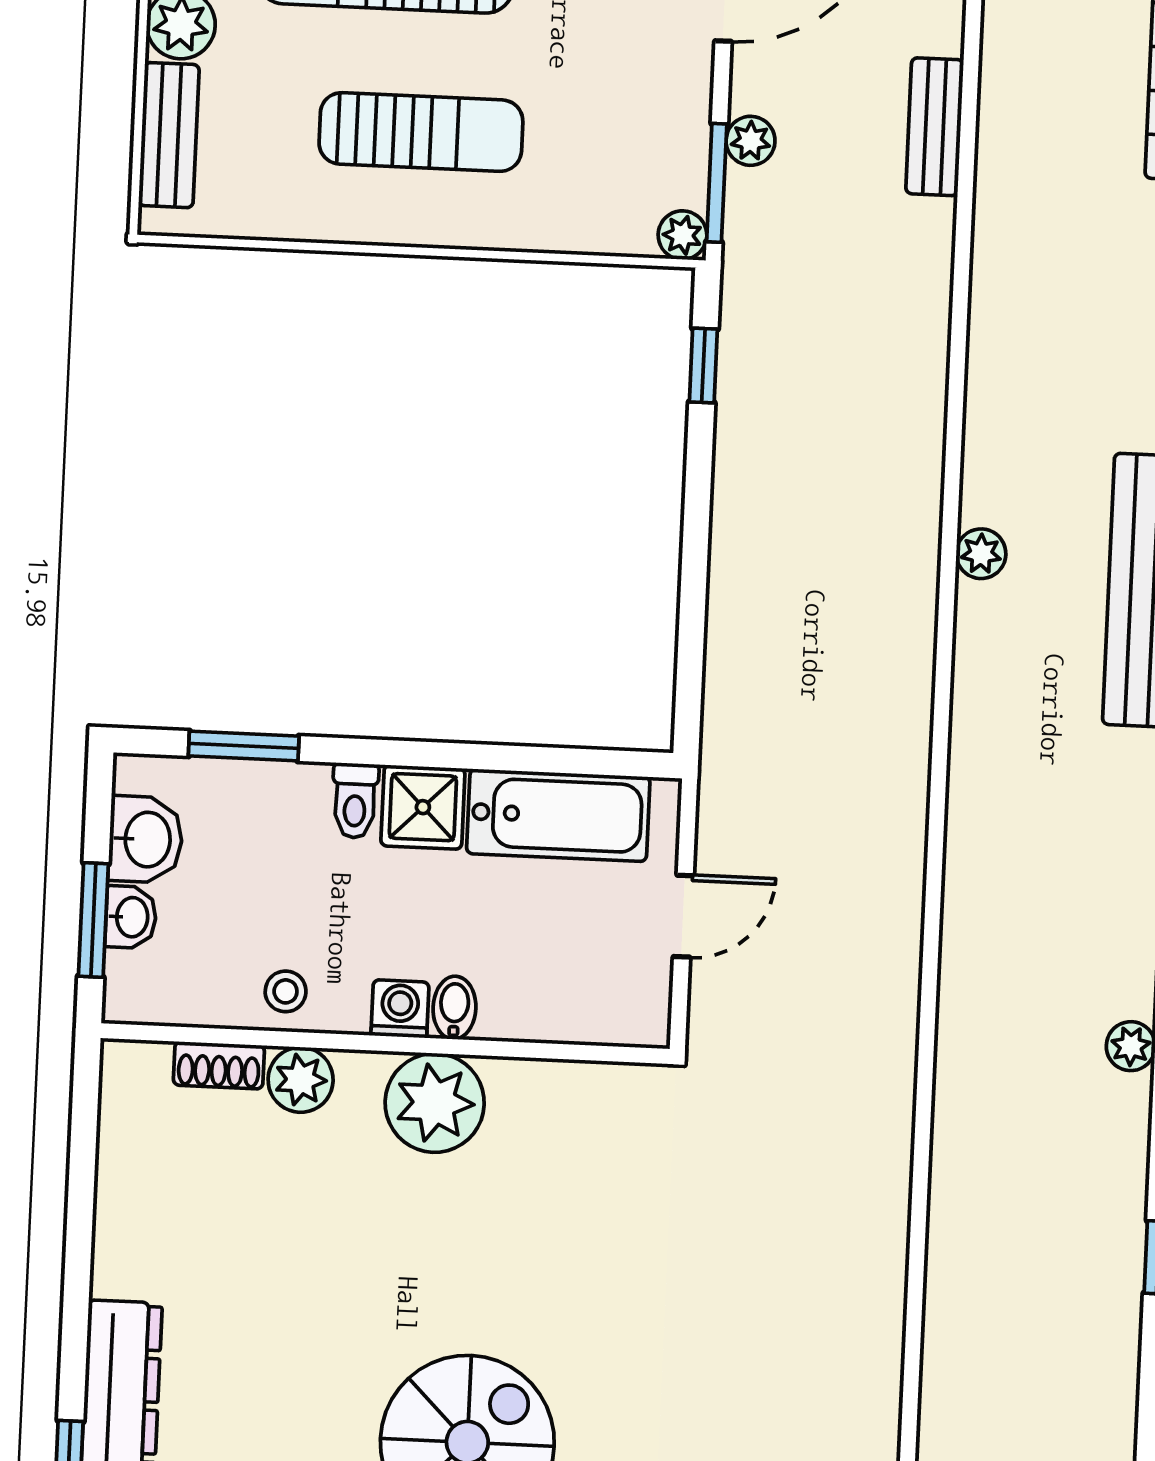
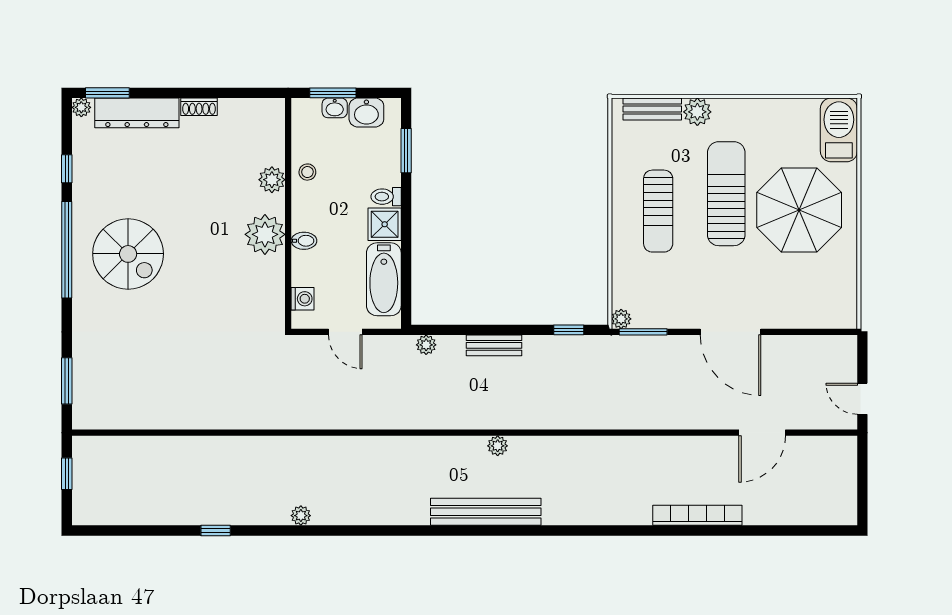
bench: (935, 127) -> (494, 345), moved
plant: (751, 141) -> (426, 345), moved
washing machine: (400, 1009) -> (302, 299), moved
shoe rack: (219, 1065) -> (199, 107), moved, turned -90

